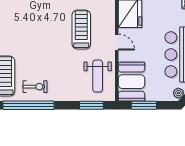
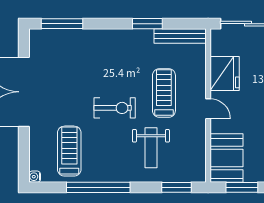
weight bench: (98, 76) -> (151, 148), moved
exercise bike: (35, 87) -> (115, 108), moved, width x1.38, depth x1.39

